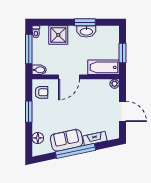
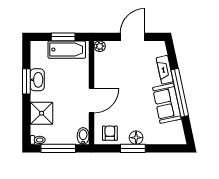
bathtub: (103, 67) -> (67, 50), moved, turned -90
door: (69, 77) -> (92, 100), hinge flipped
floor lamp: (38, 138) -> (136, 138), moved

